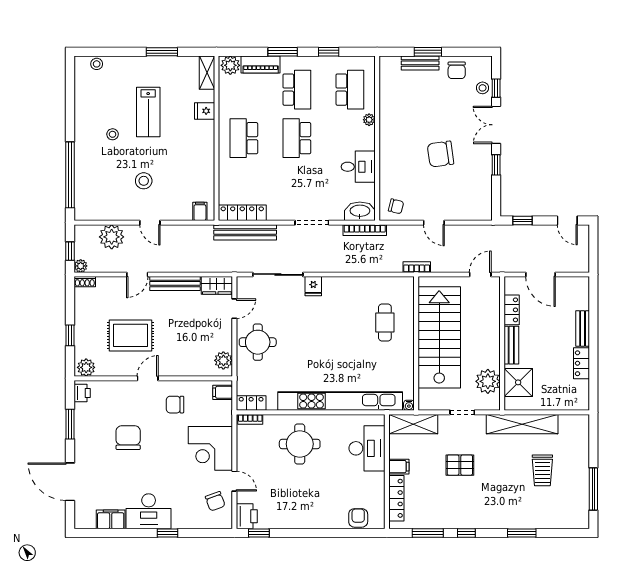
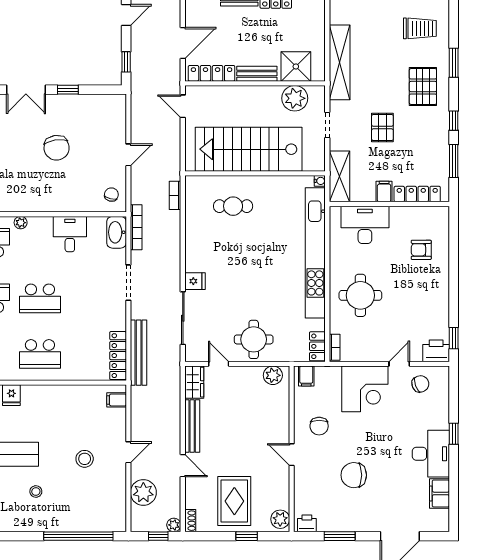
bookcase: (417, 267) -> (175, 195), moved
locker: (512, 310) -> (212, 73), width x1.53
rug: (130, 335) -> (234, 501), moved
trolley: (542, 470) -> (420, 28), moved
pallet: (499, 504) -> (423, 87), added
armchair: (358, 518) -> (421, 250), moved

